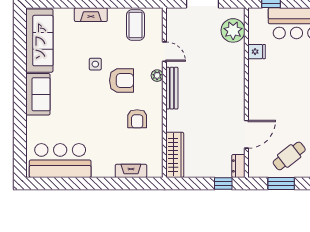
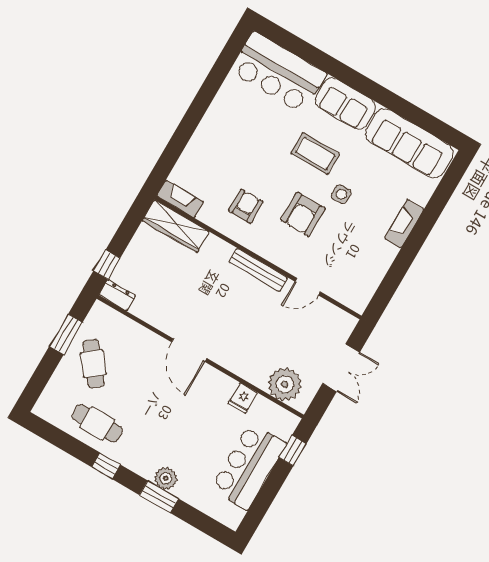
coffee table: (135, 25) -> (315, 153), moved
plant: (157, 76) -> (284, 261), removed
armchair: (137, 119) -> (246, 206), turned 90
door: (246, 134) -> (189, 350), moved
bar counter: (60, 161) -> (278, 72), moved, turned 90
fireplace: (131, 171) -> (180, 199), moved, turned -90

